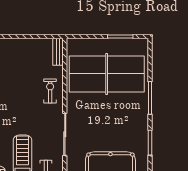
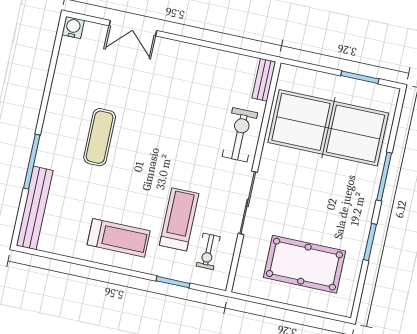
exercise bike: (50, 91) -> (240, 135), width x1.38, depth x1.39

